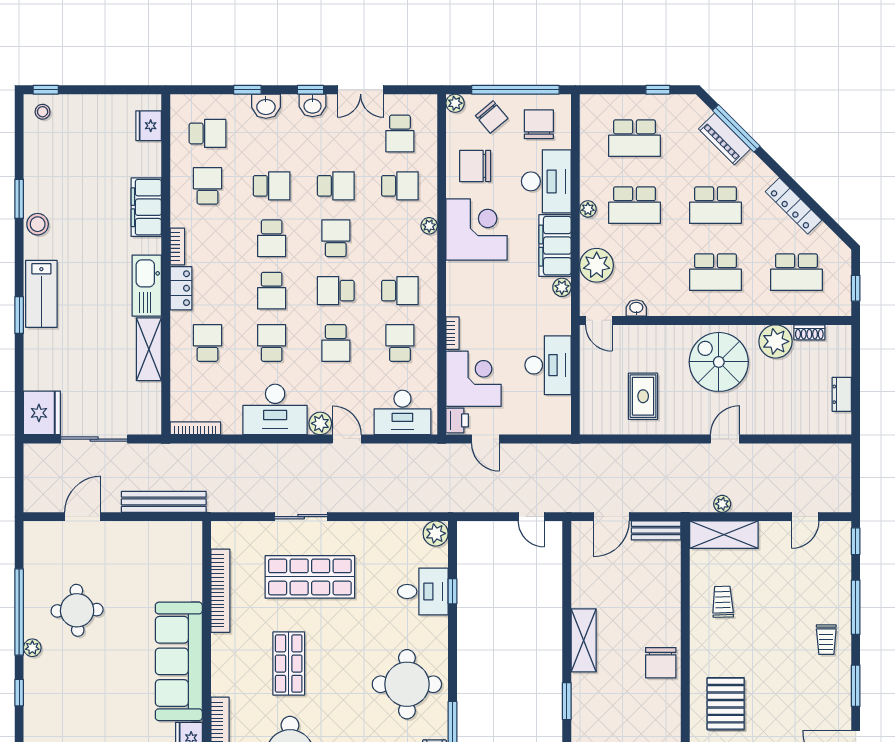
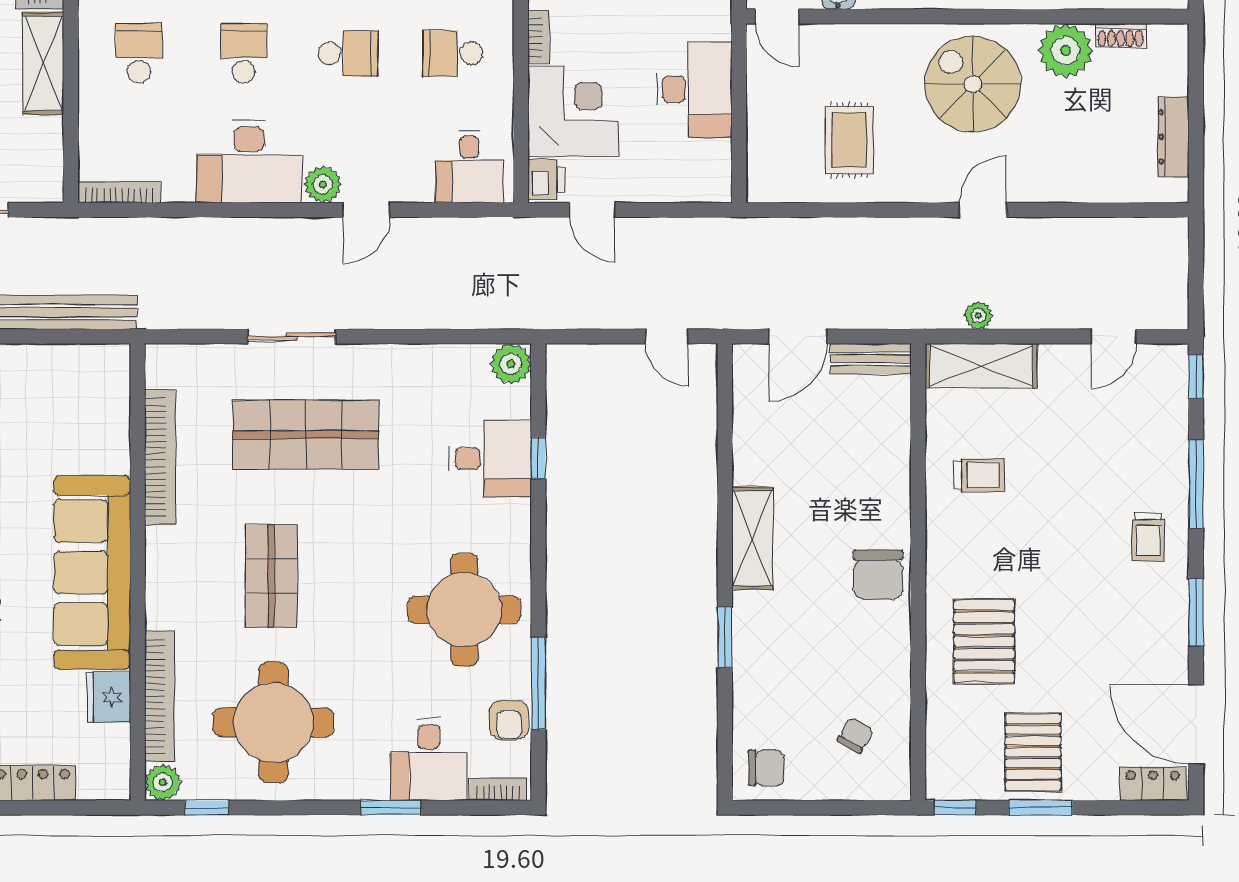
school desk: (336, 343) -> (348, 53), turned -90
school desk: (400, 343) -> (453, 53), turned -90
dresser: (842, 394) -> (1173, 137), width x1.44
desk: (402, 412) -> (469, 166), width x0.73
door: (347, 439) -> (366, 210), swing flipped
trolley: (723, 602) -> (979, 475), turned 92

